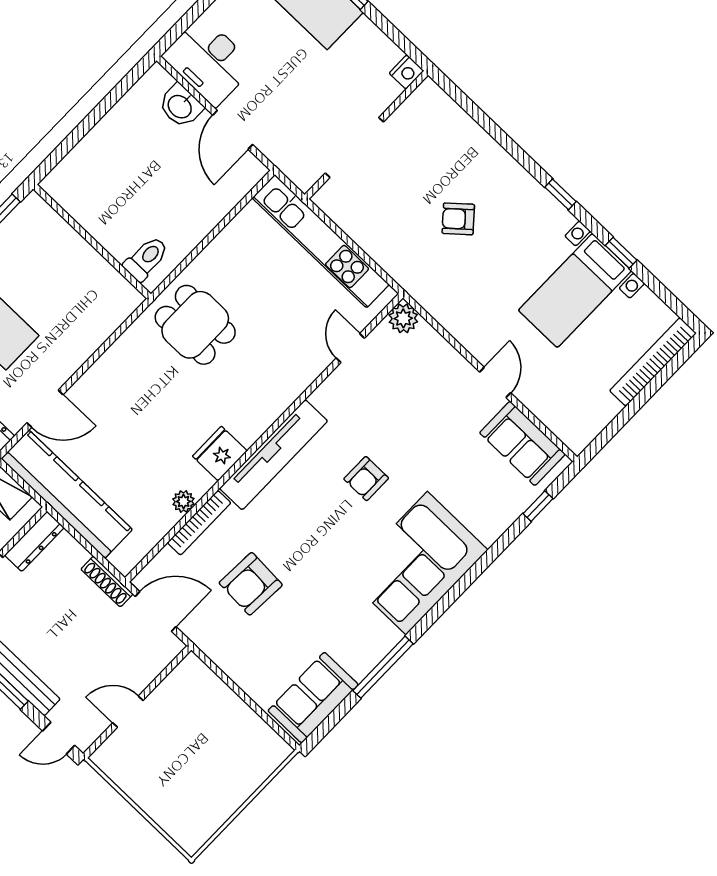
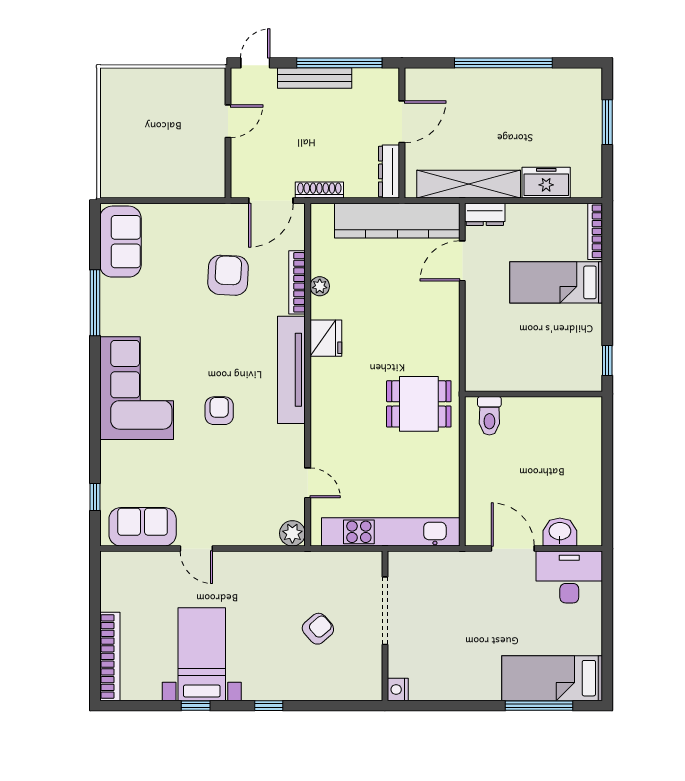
nightstand: (407, 72) -> (398, 689), moved
wall: (366, 135) -> (385, 626), moved
doorway: (354, 147) -> (385, 611), moved

